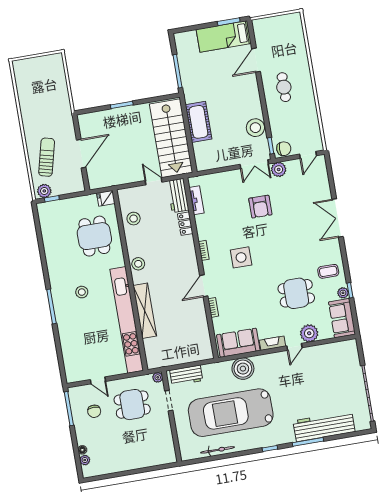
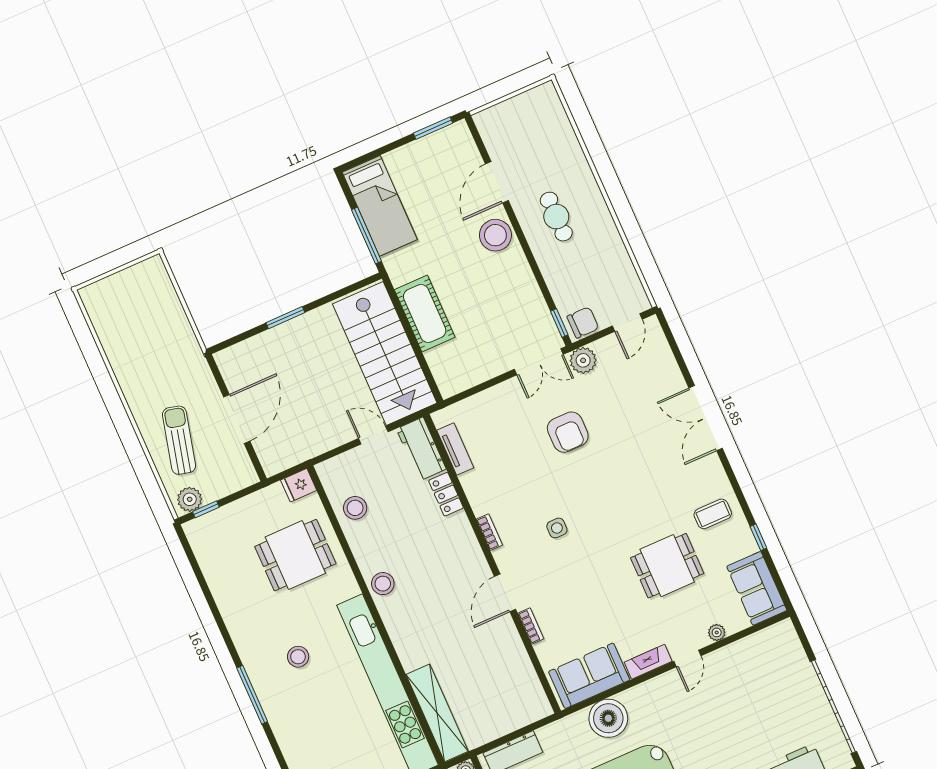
bed: (224, 36) -> (380, 206), moved, turned -90
stool: (255, 128) -> (495, 235), moved
dining table: (94, 236) -> (295, 555), turned 90
side table: (241, 257) -> (557, 528), width x0.54, depth x0.54
plant: (343, 293) -> (747, 544), removed
shelving: (145, 311) -> (437, 713), moved
plant: (309, 333) -> (717, 632), width x0.53, depth x0.53

